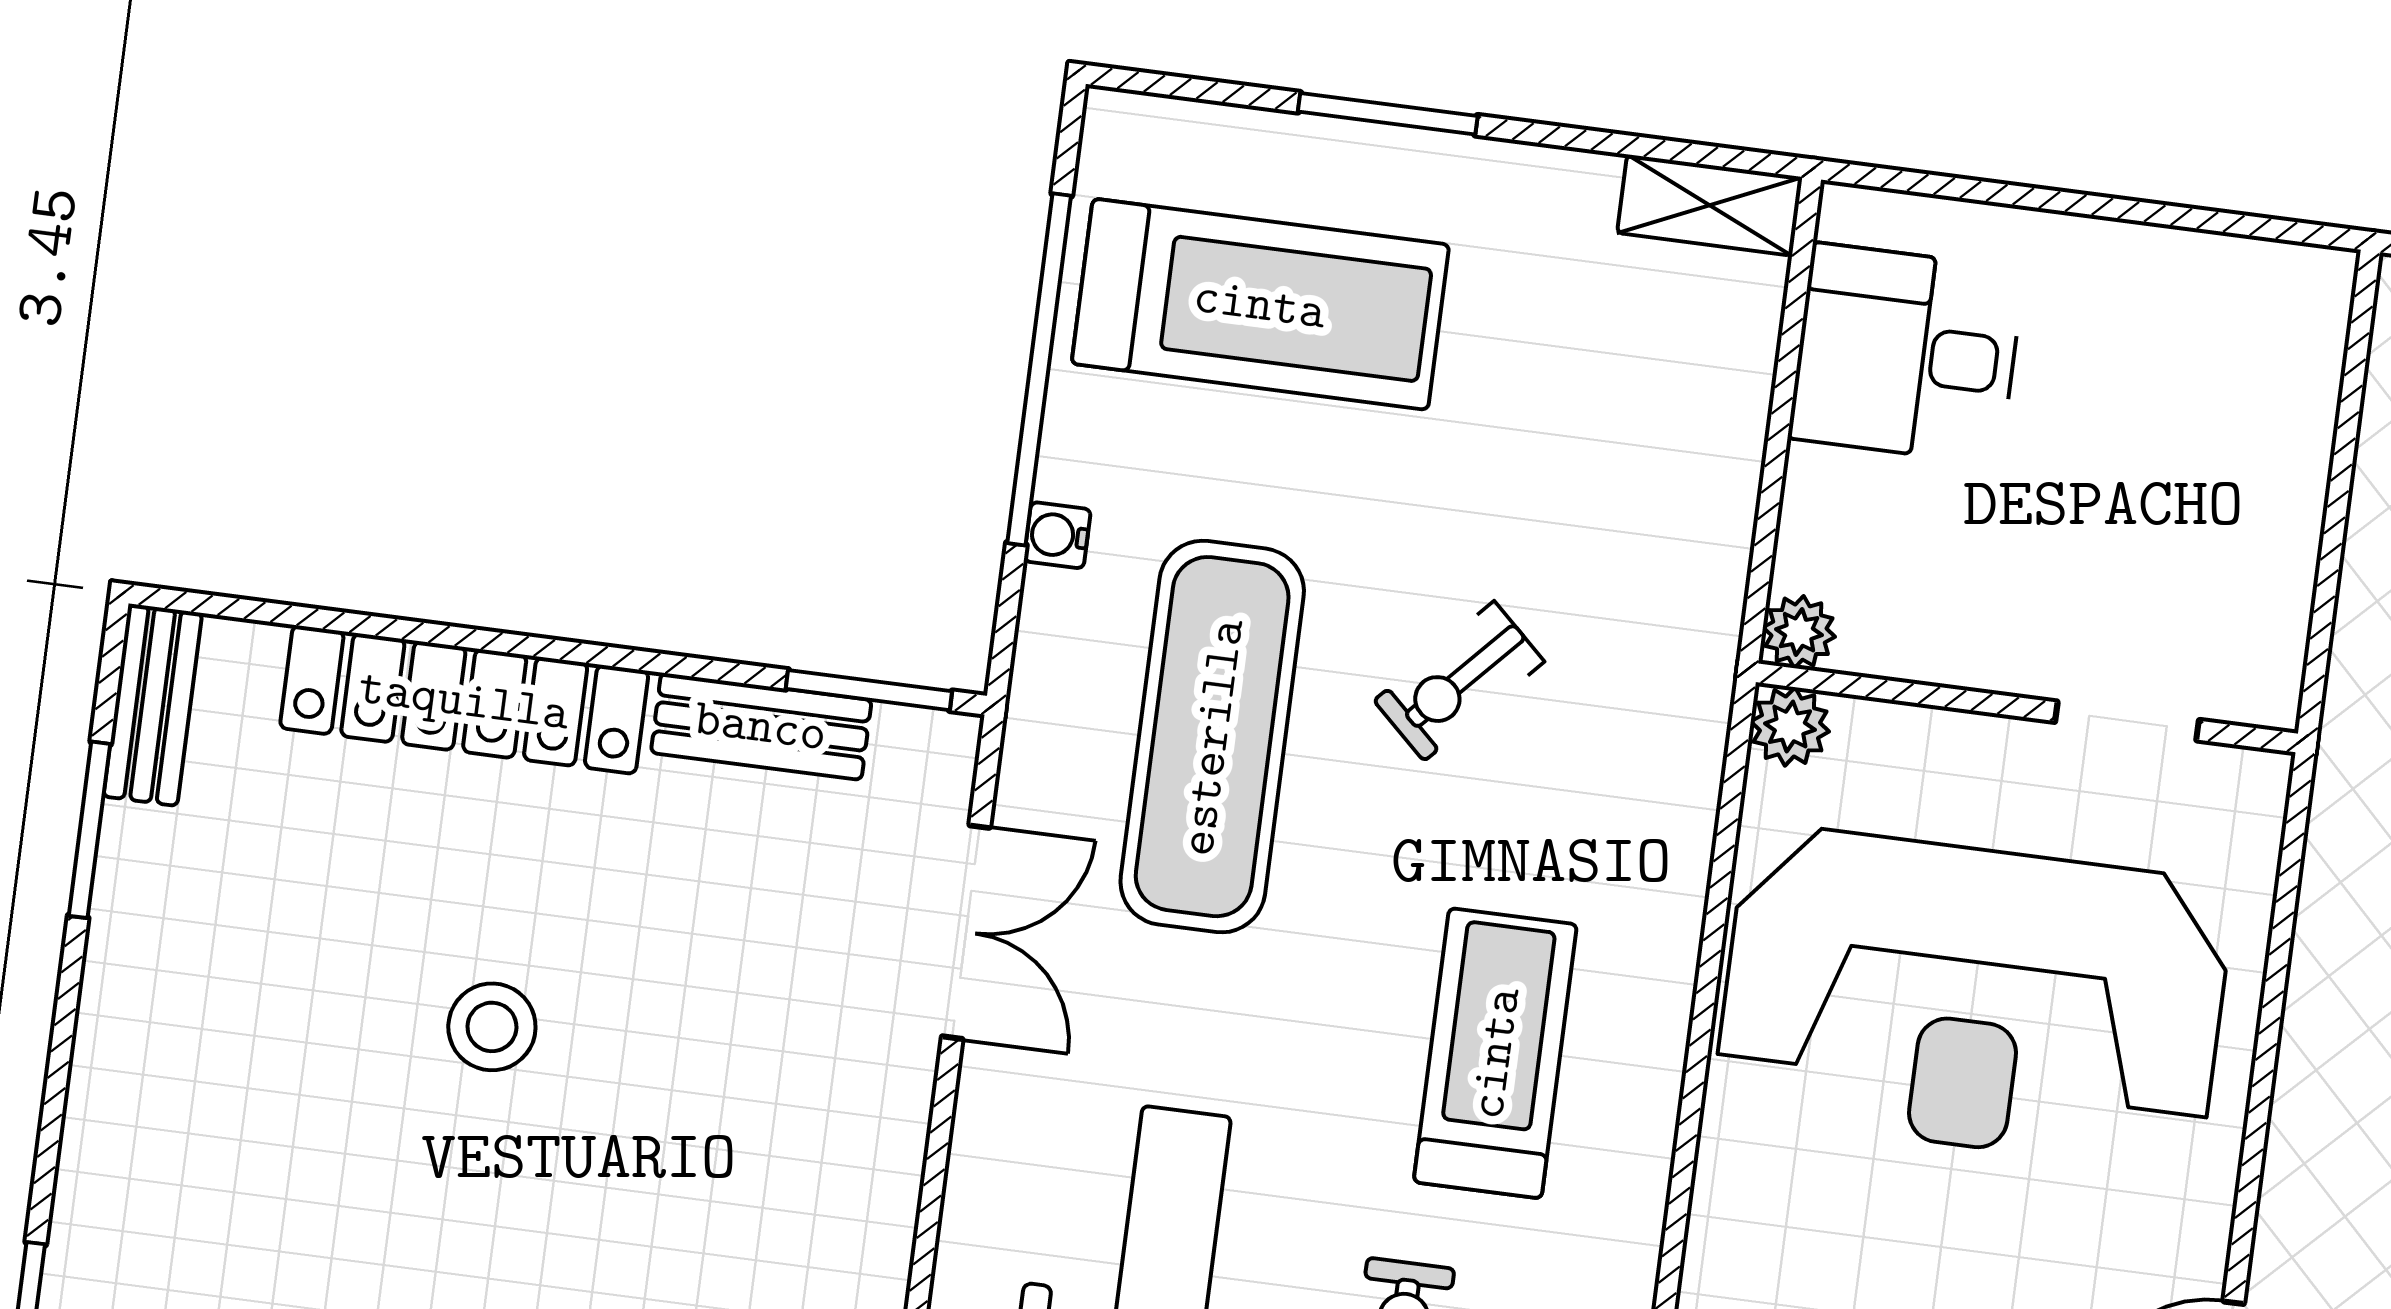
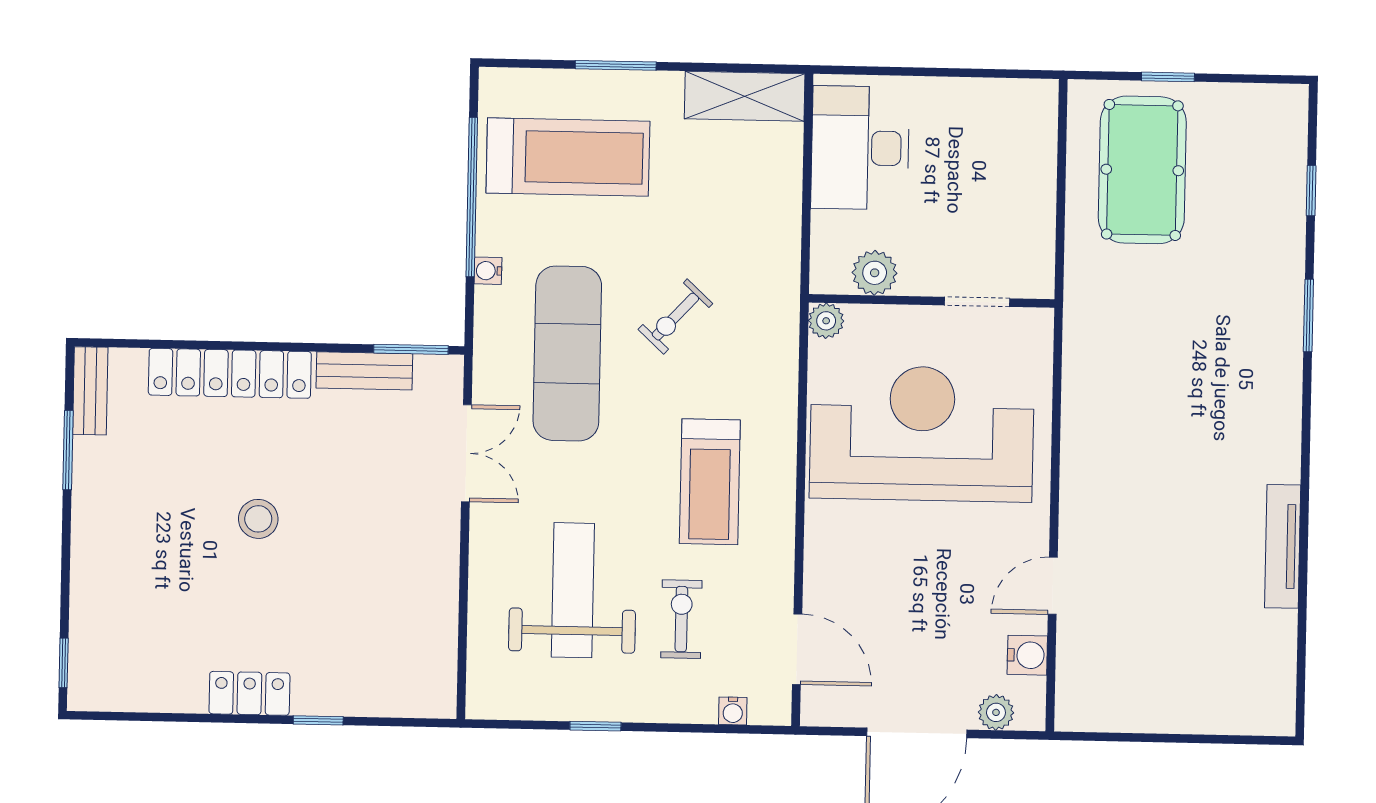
shelving: (1710, 205) -> (745, 96), width x1.50, depth x1.33
desk: (1906, 354) -> (860, 148), width x1.37
plant: (1799, 632) -> (875, 273), moved, width x1.38, depth x1.38
reception desk: (1974, 998) -> (922, 434), turned 180
treadmill: (1495, 1053) -> (710, 482), turned 180

